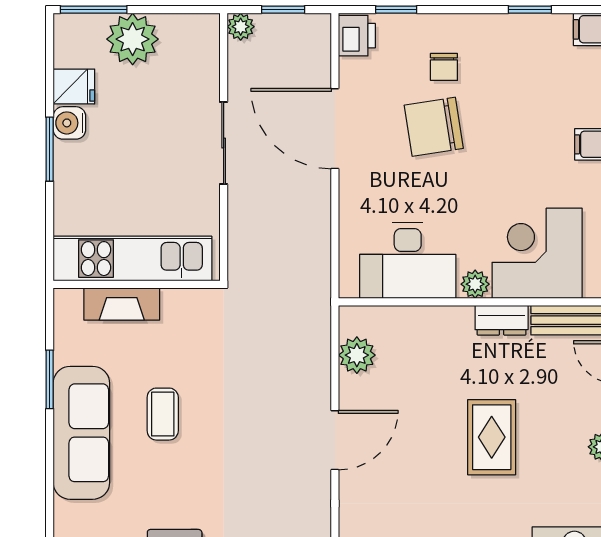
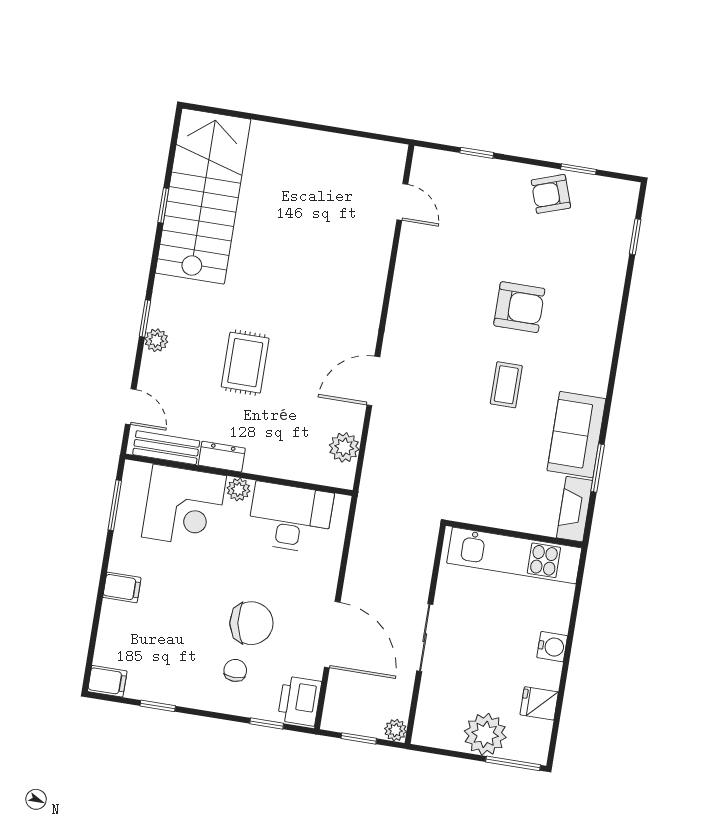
printer: (357, 36) -> (299, 701), width x1.36, depth x1.24
water cooler: (69, 123) -> (552, 647), moved
window: (50, 149) -> (567, 656), removed
fireplace: (122, 304) -> (575, 509), moved, turned -90
coffee table: (163, 414) -> (506, 385), moved
sofa: (81, 433) -> (576, 435), width x0.73

